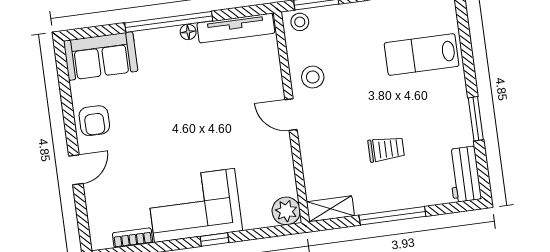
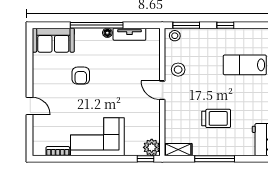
tv unit: (236, 28) -> (129, 34), width x0.71
armchair: (94, 121) -> (81, 76), moved
trolley: (386, 149) -> (216, 118), width x1.36, depth x1.39
door: (76, 170) -> (29, 106), hinge flipped
window: (215, 239) -> (145, 159), moved

